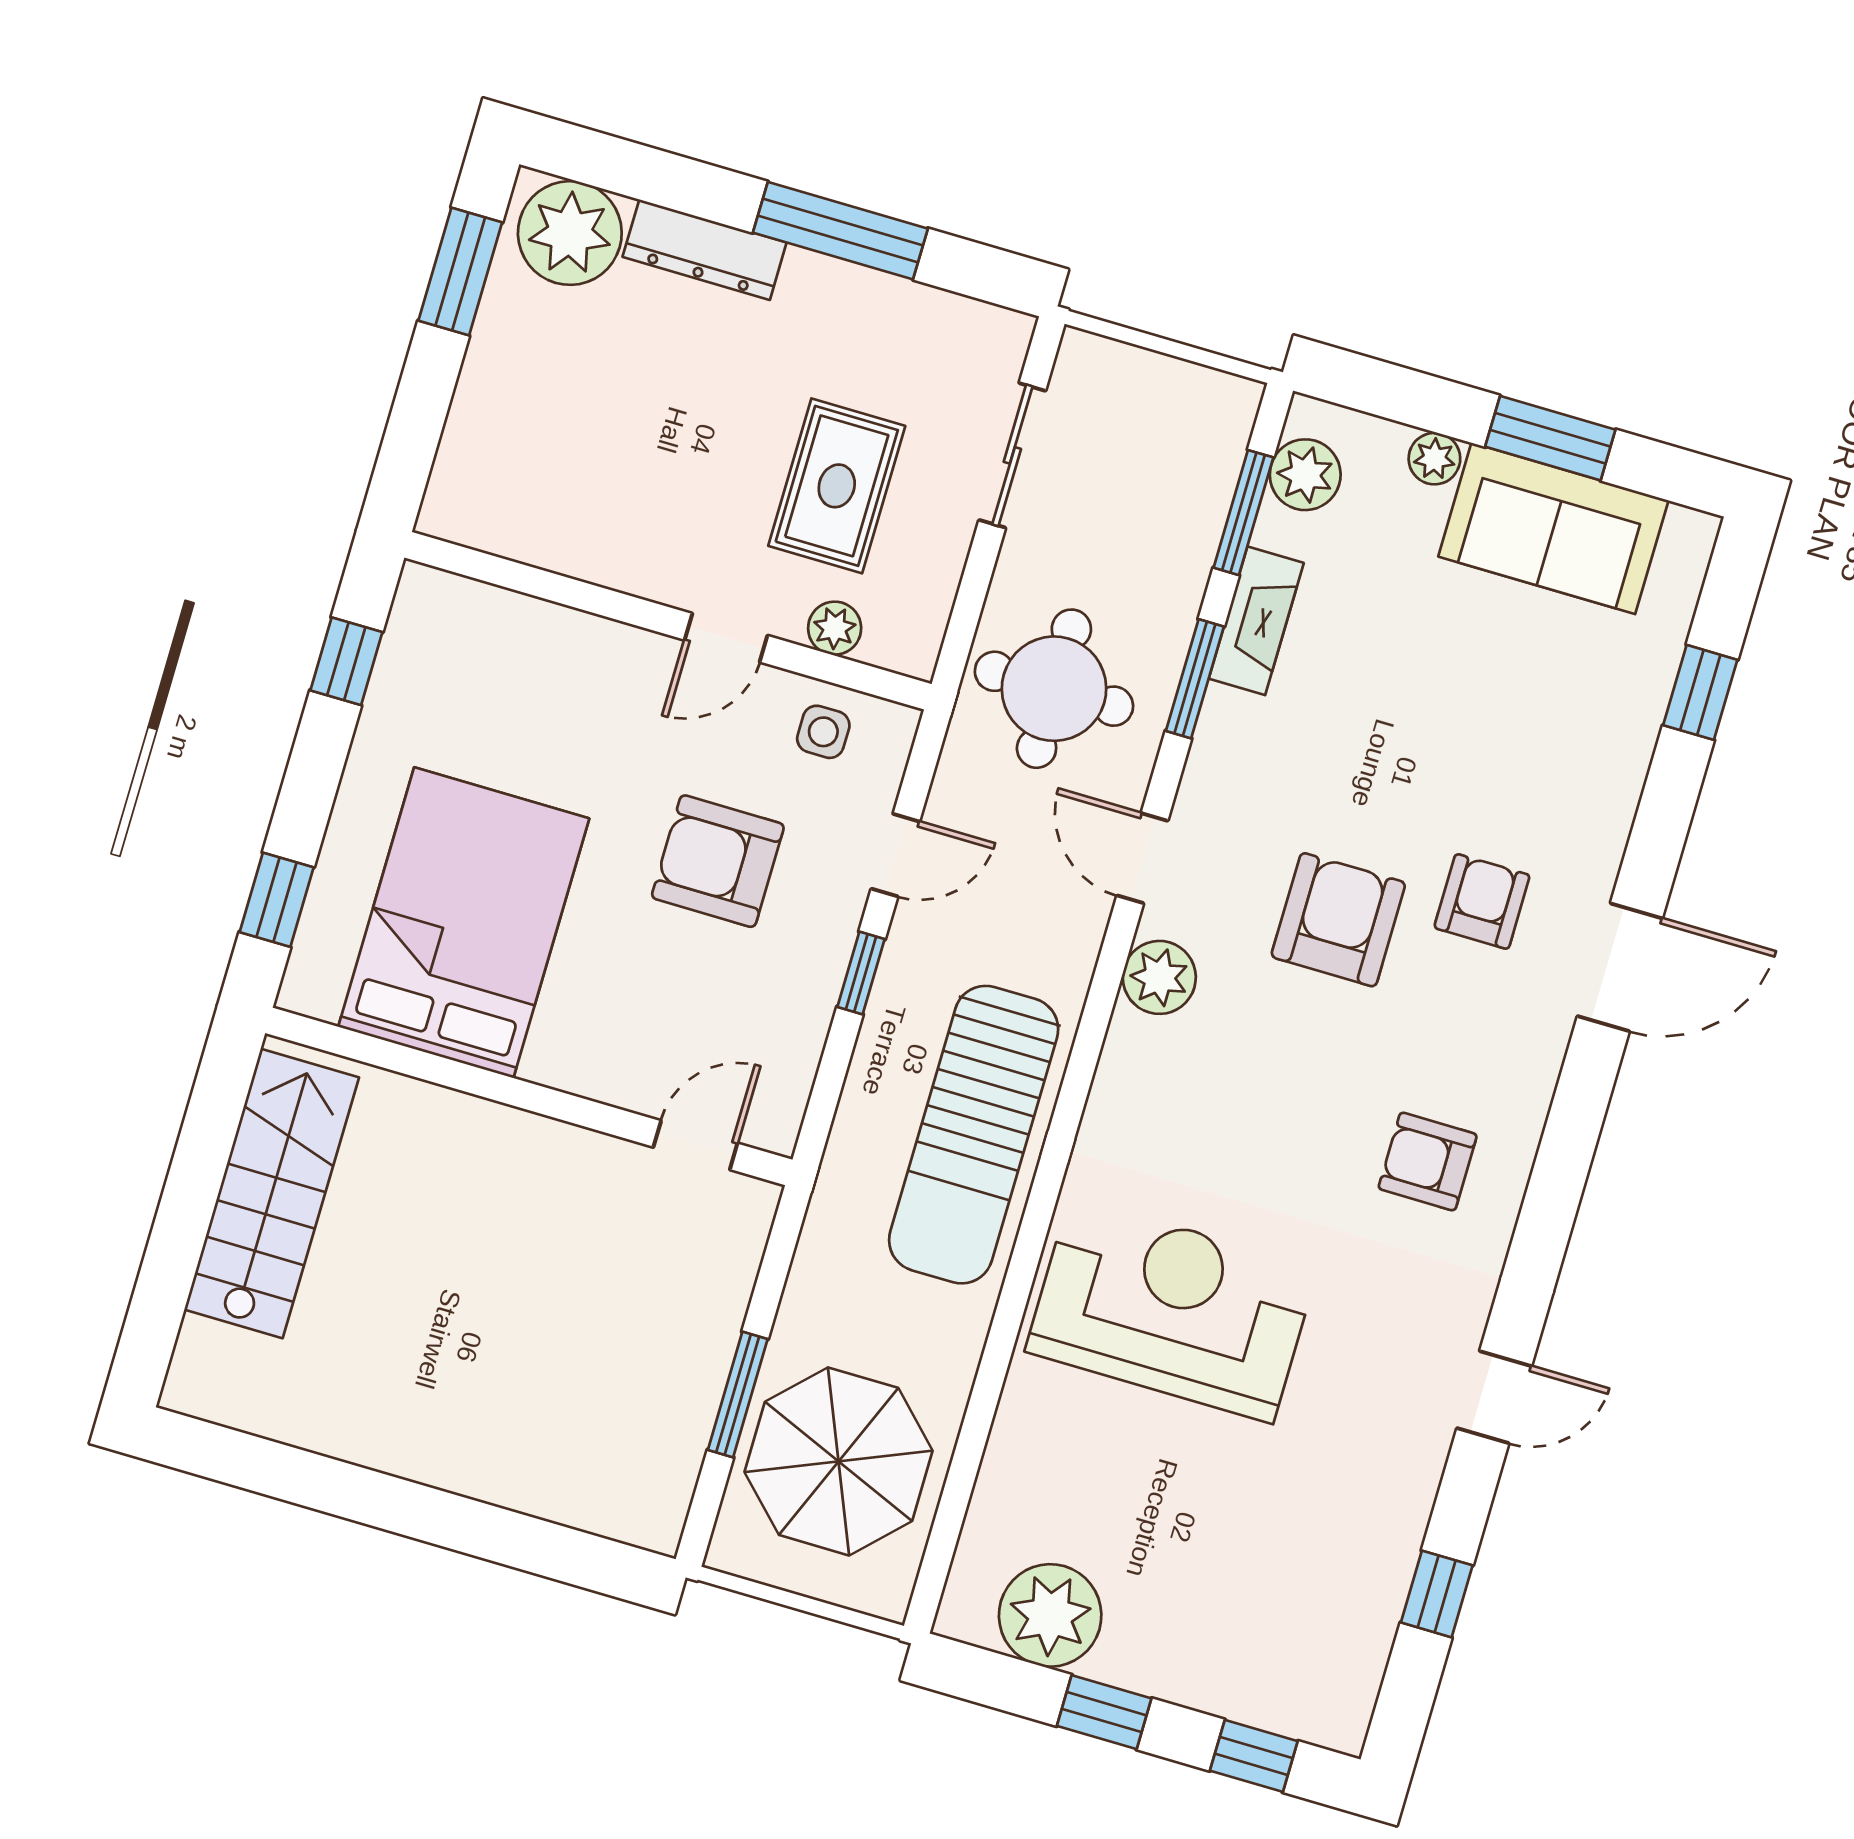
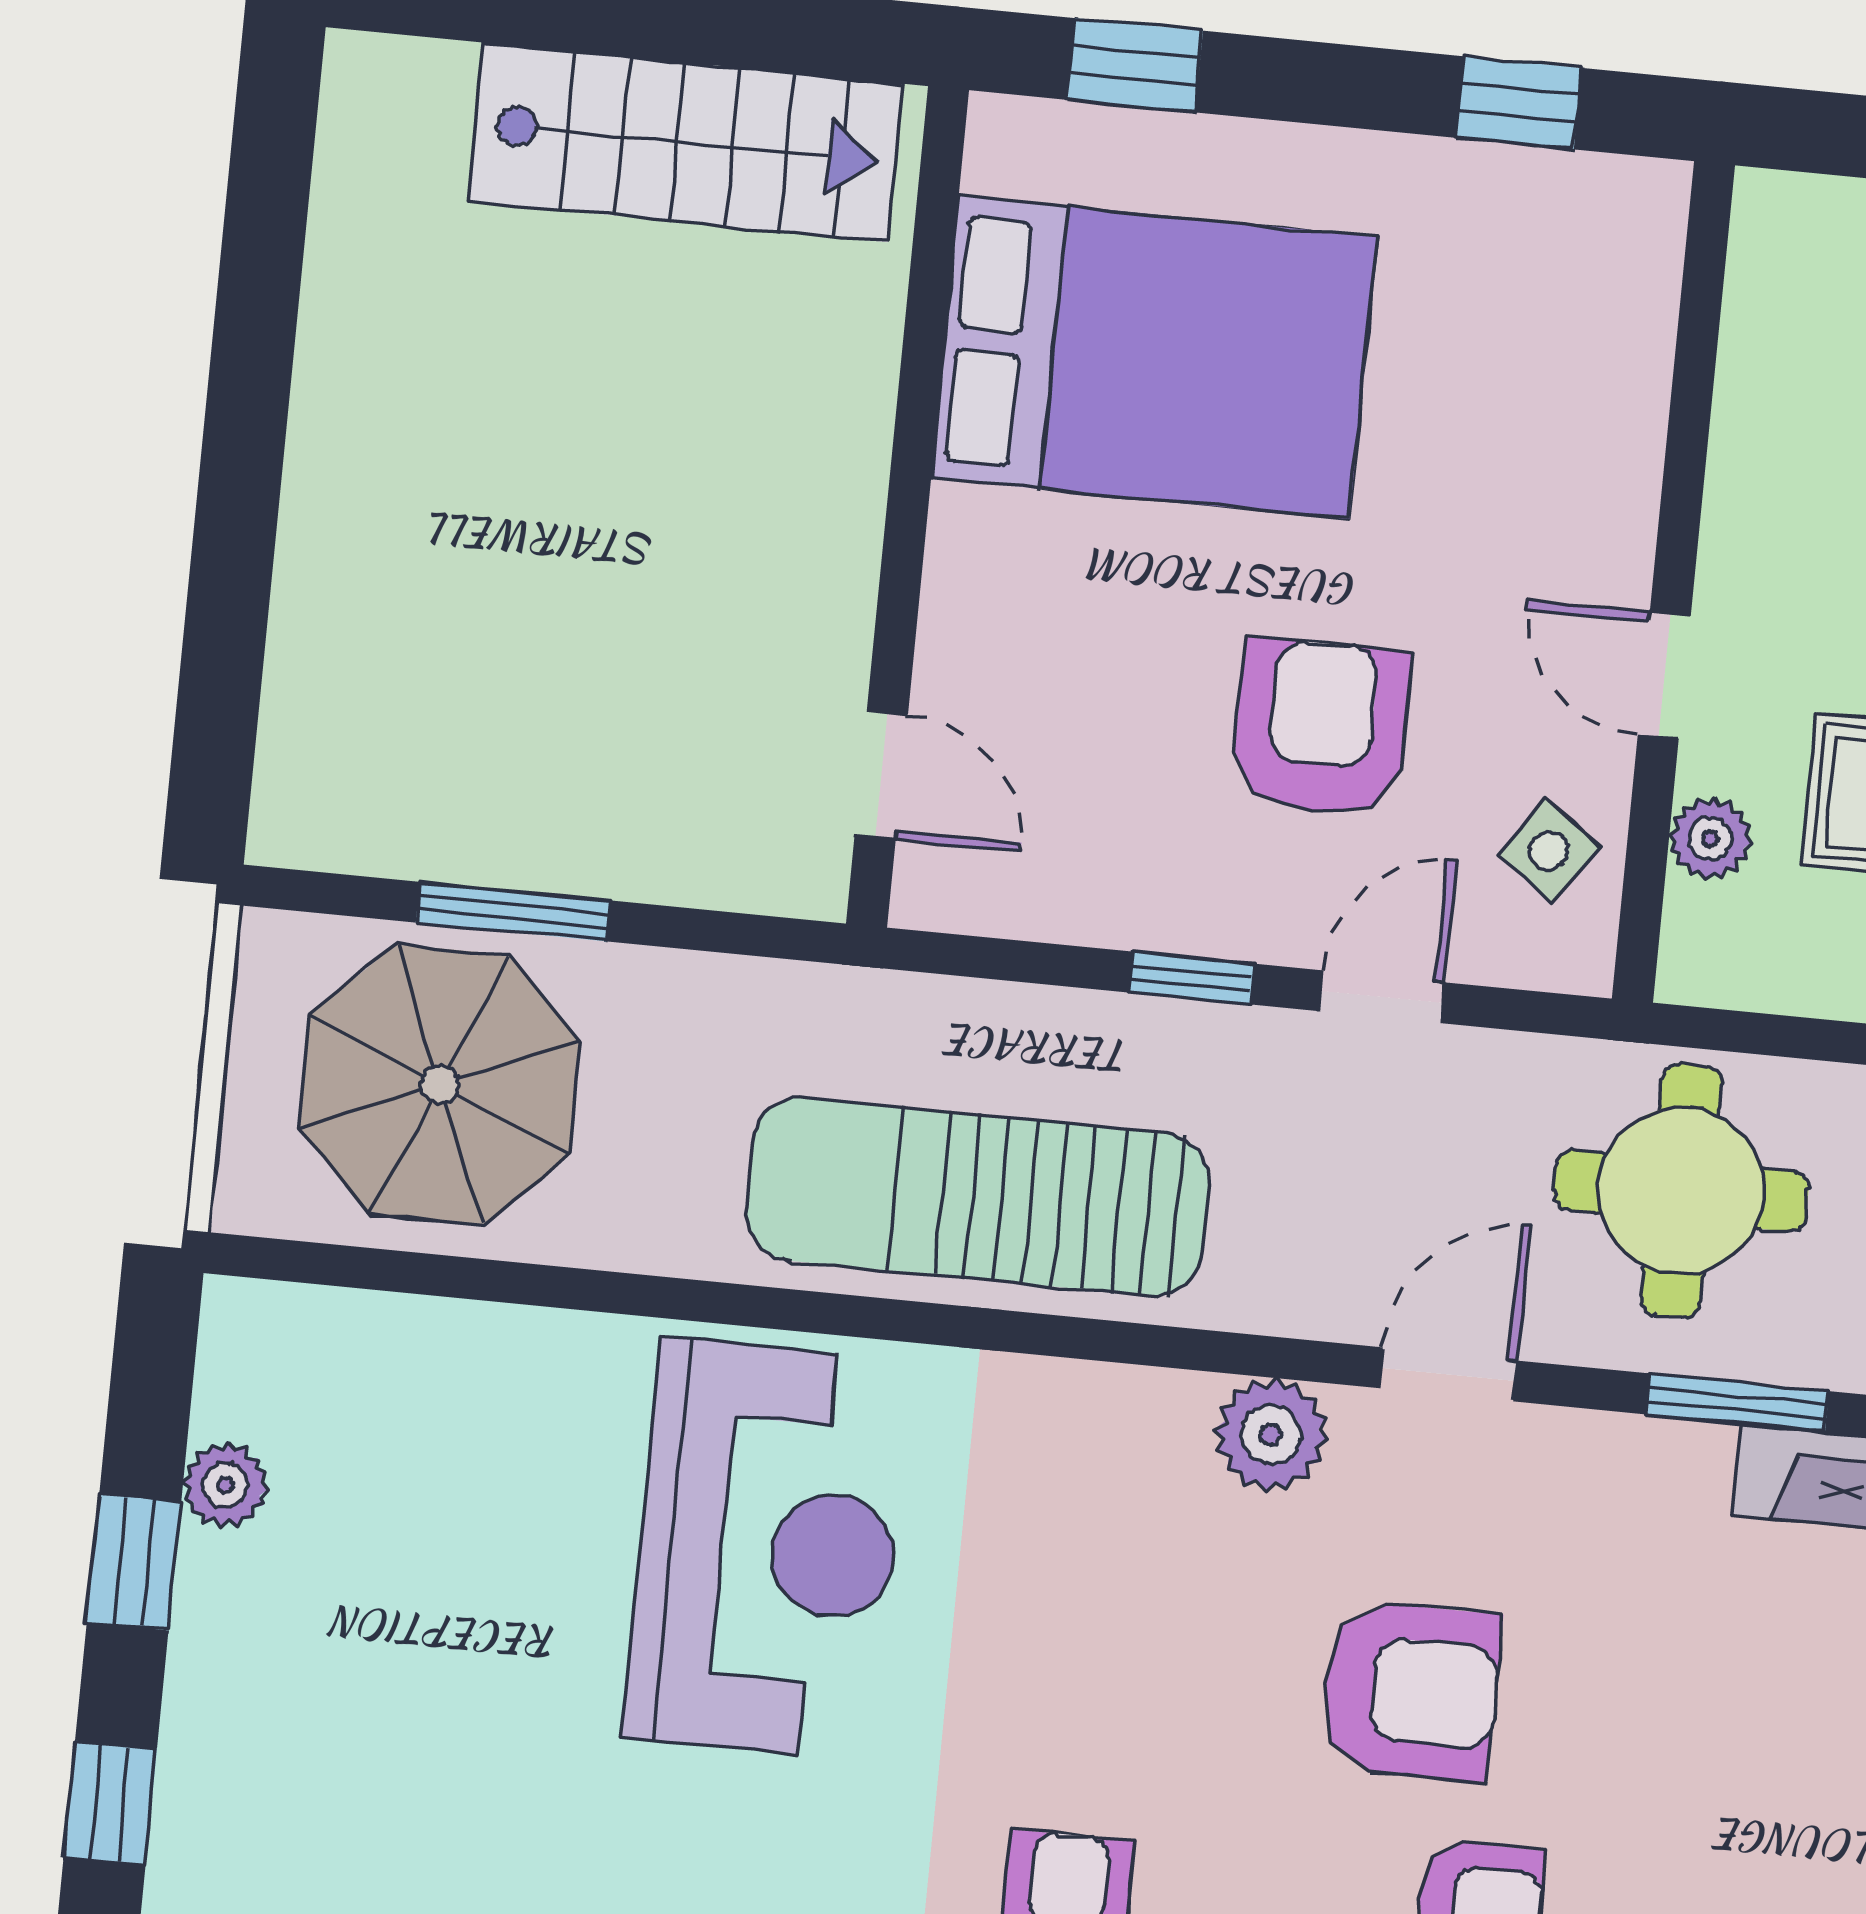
side table: (823, 732) -> (1549, 851), turned 35
door: (895, 855) -> (1381, 997), swing flipped
plant: (1050, 1615) -> (225, 1485), width x0.53, depth x0.53

